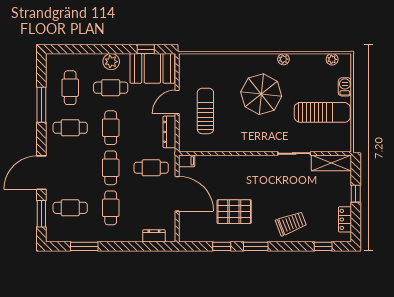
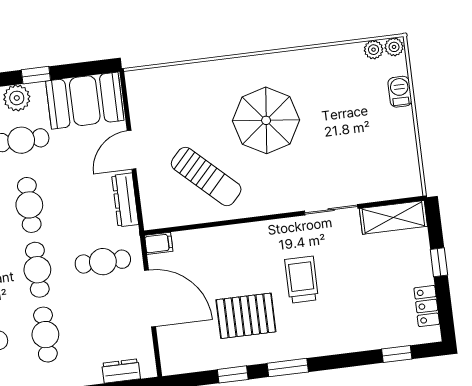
window: (146, 49) -> (36, 75), moved
plant: (283, 59) -> (394, 47), moved
sun lounger: (205, 111) -> (206, 176), moved, turned 133
sun lounger: (322, 112) -> (368, 138), removed
trolley: (291, 223) -> (302, 280), moved, turned -69

